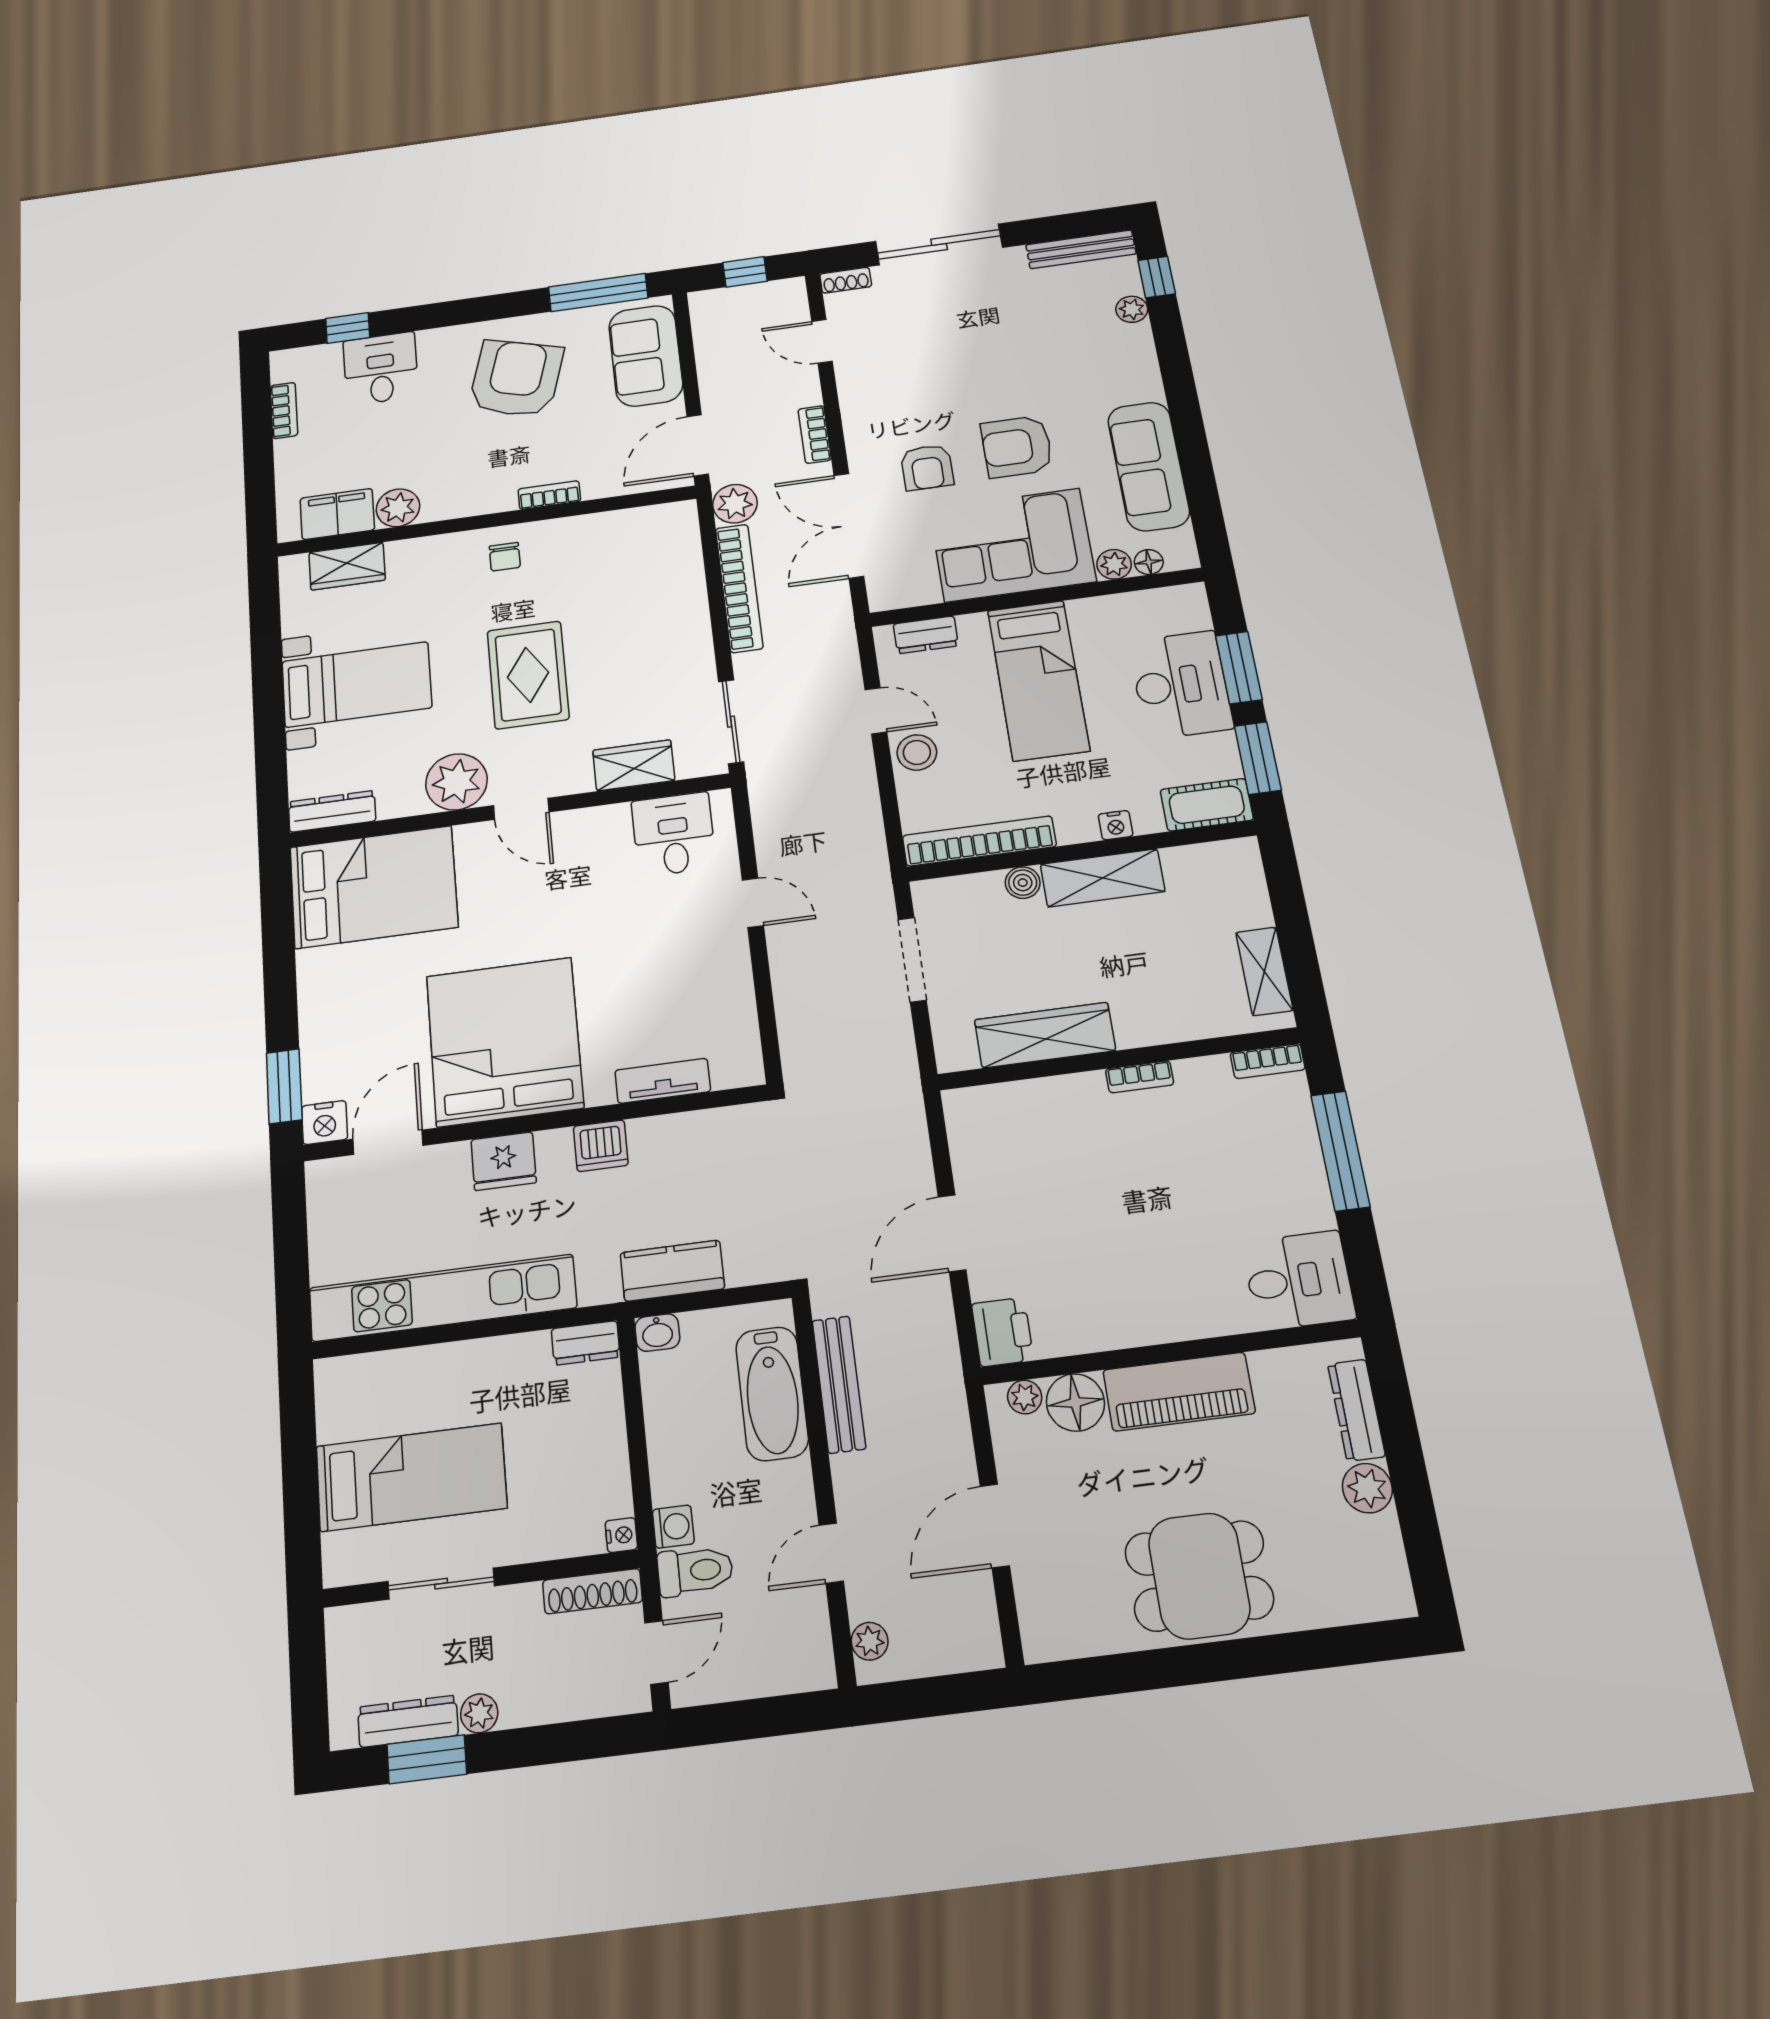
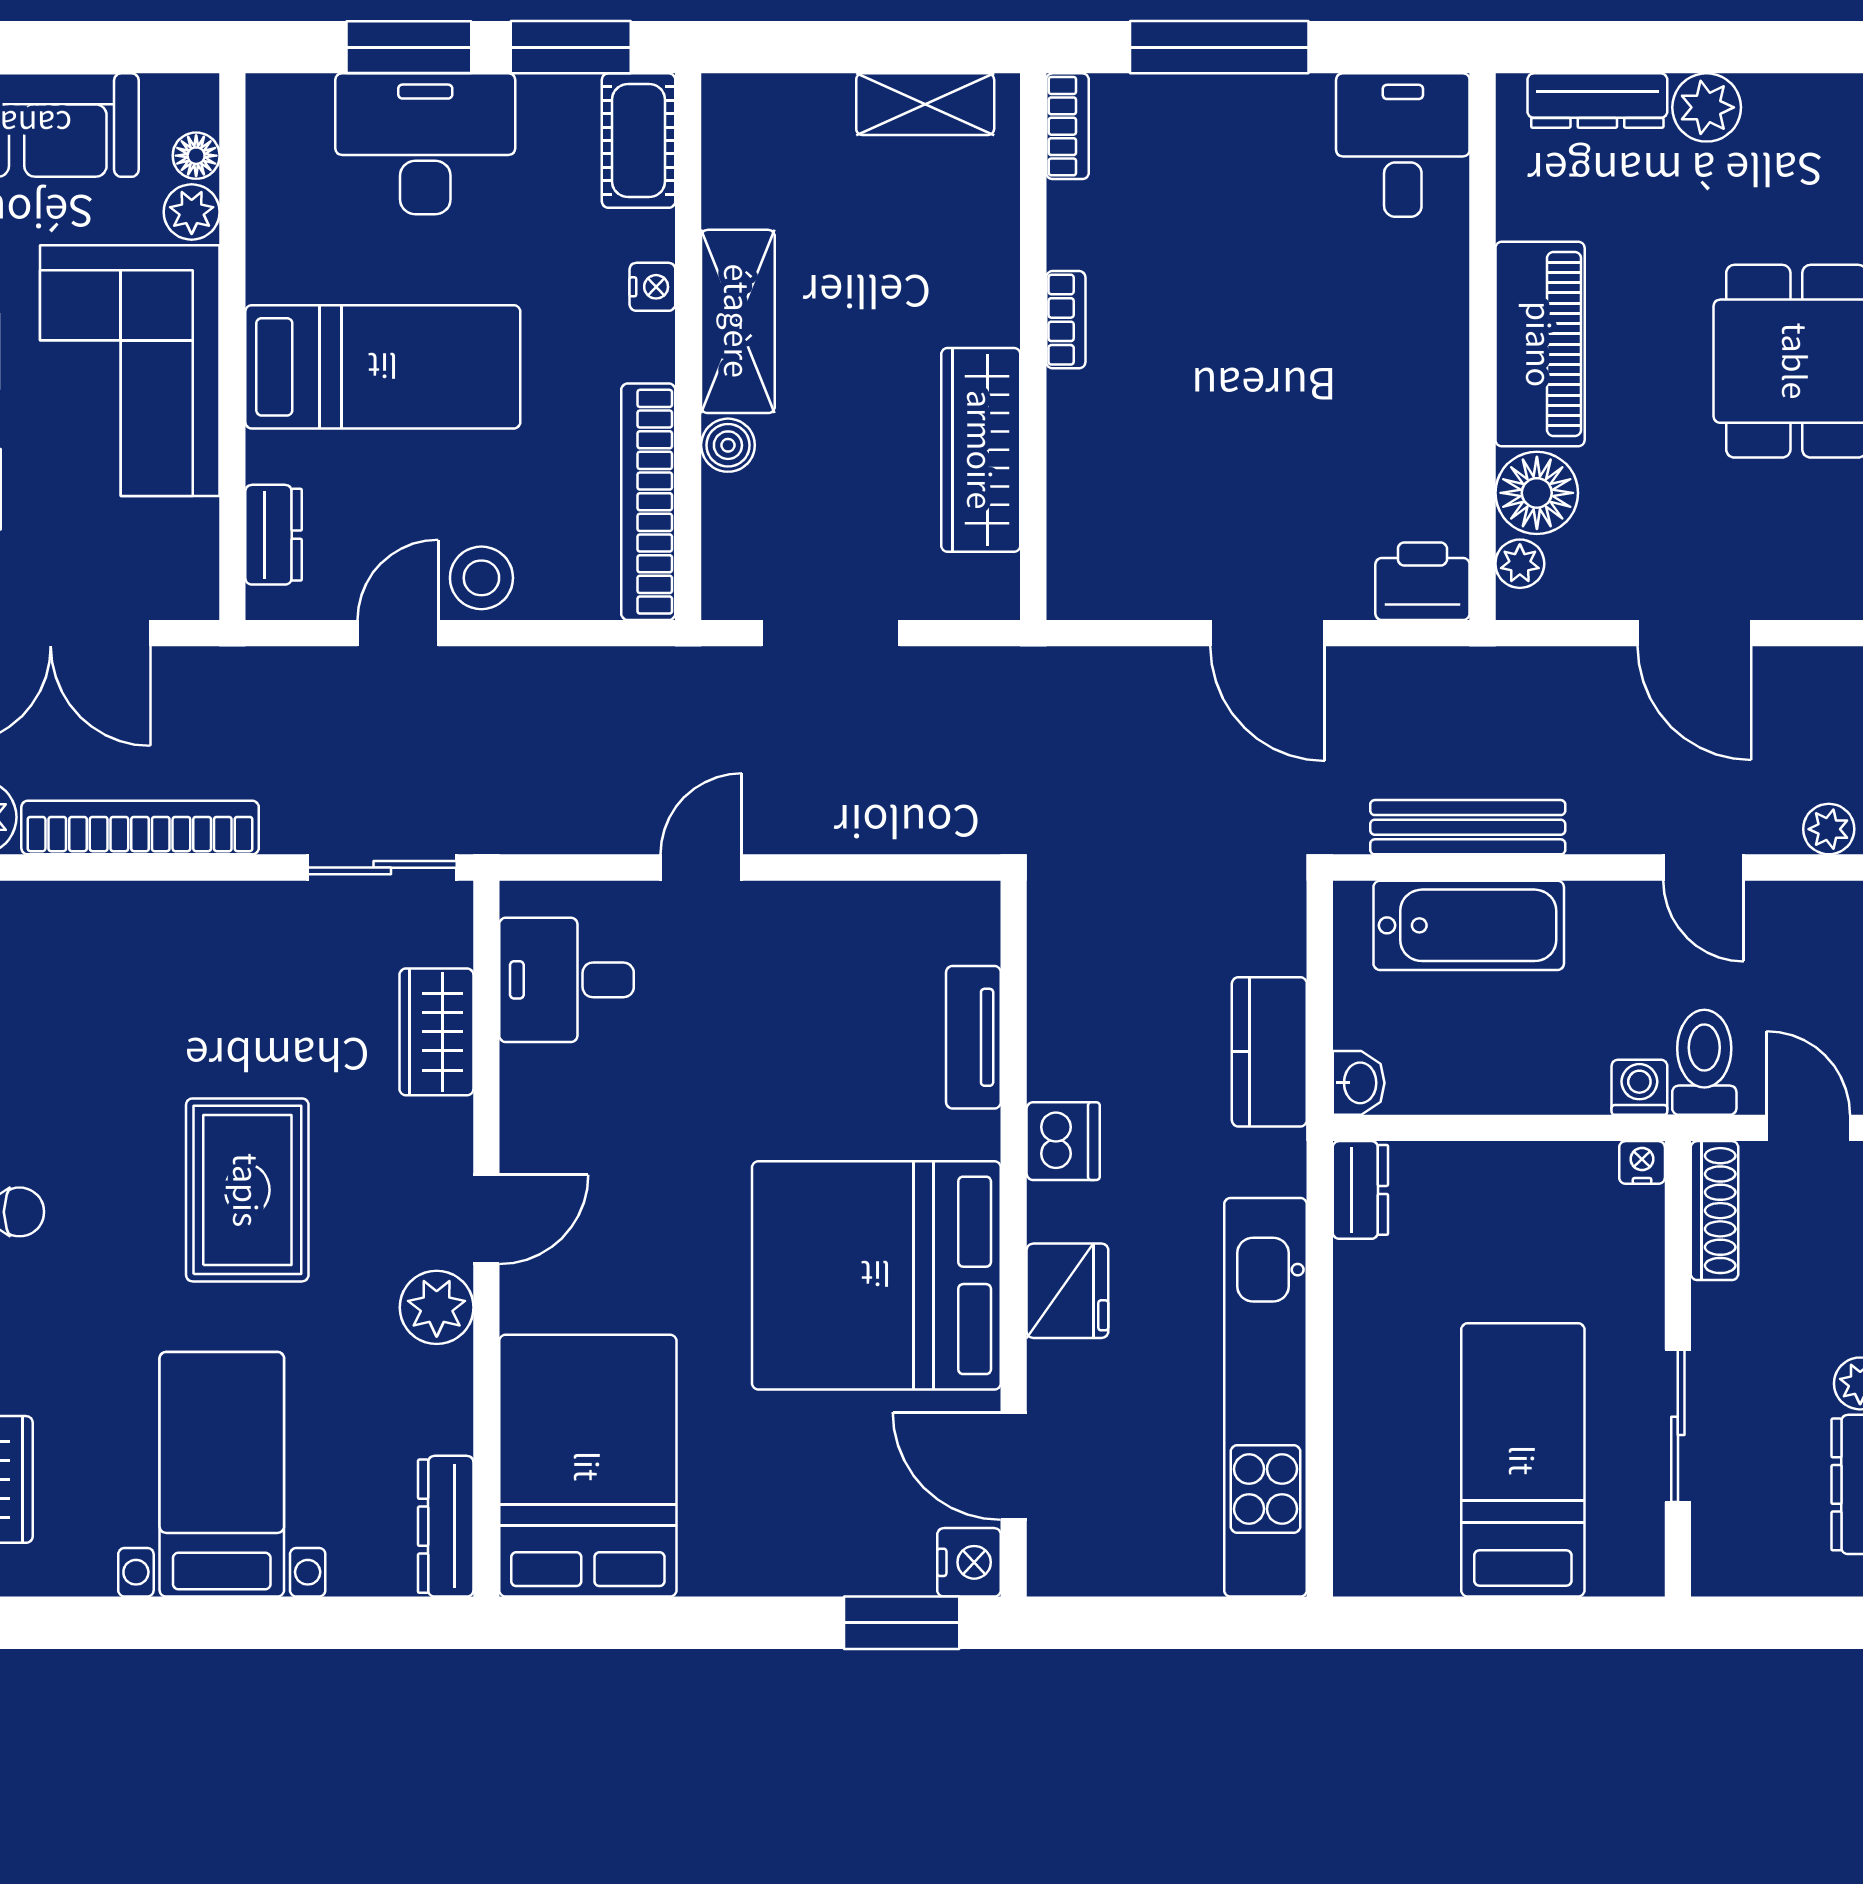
rug: (528, 675) -> (247, 1190), turned 90
plant: (456, 782) -> (437, 1307), width x0.73, depth x0.73

